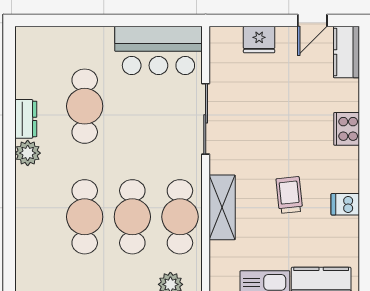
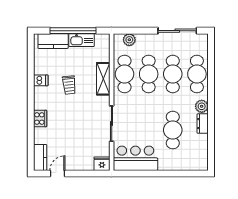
fridge: (259, 40) -> (102, 164), moved
cafe table: (37, 217) -> (197, 74), added

